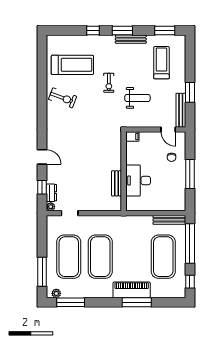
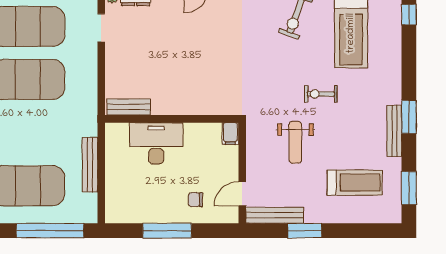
window: (93, 31) -> (409, 15), moved
bench: (117, 183) -> (129, 107), moved
bench: (169, 220) -> (90, 165), moved

